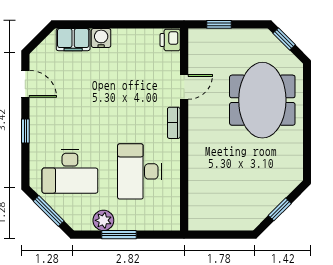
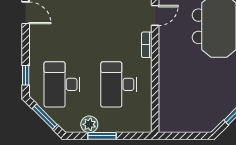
window: (25, 131) -> (26, 75), moved
desk: (70, 171) -> (62, 84), turned 90

